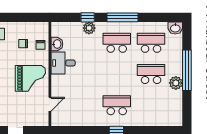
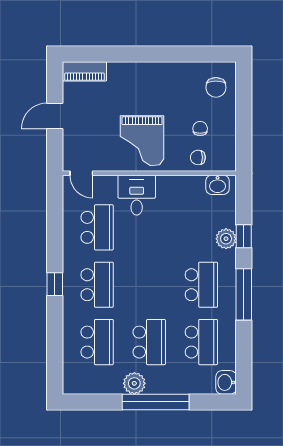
washbasin: (57, 44) -> (218, 185), moved
desk: (63, 63) -> (137, 195), moved
door: (50, 104) -> (81, 173), moved
school desk: (82, 105) -> (97, 227), added
school desk: (151, 105) -> (97, 342), added

